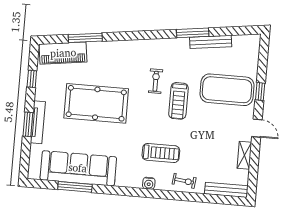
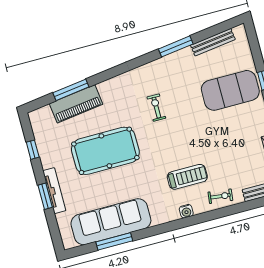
bench: (211, 42) -> (213, 42), moved
piano: (63, 53) -> (76, 104), moved
treadmill: (178, 101) -> (186, 119), removed

